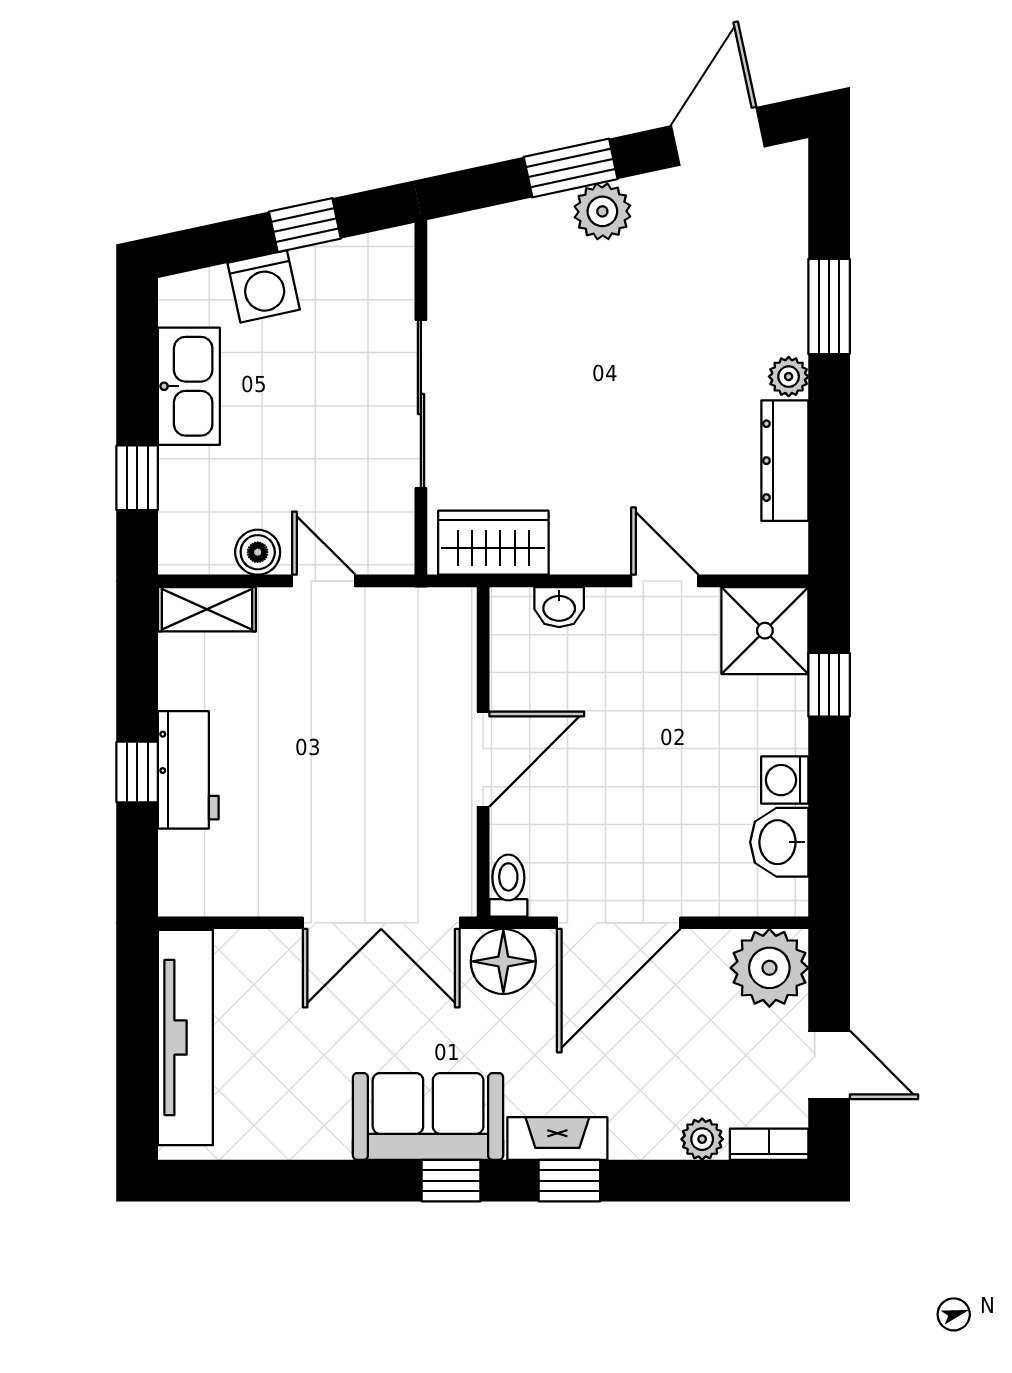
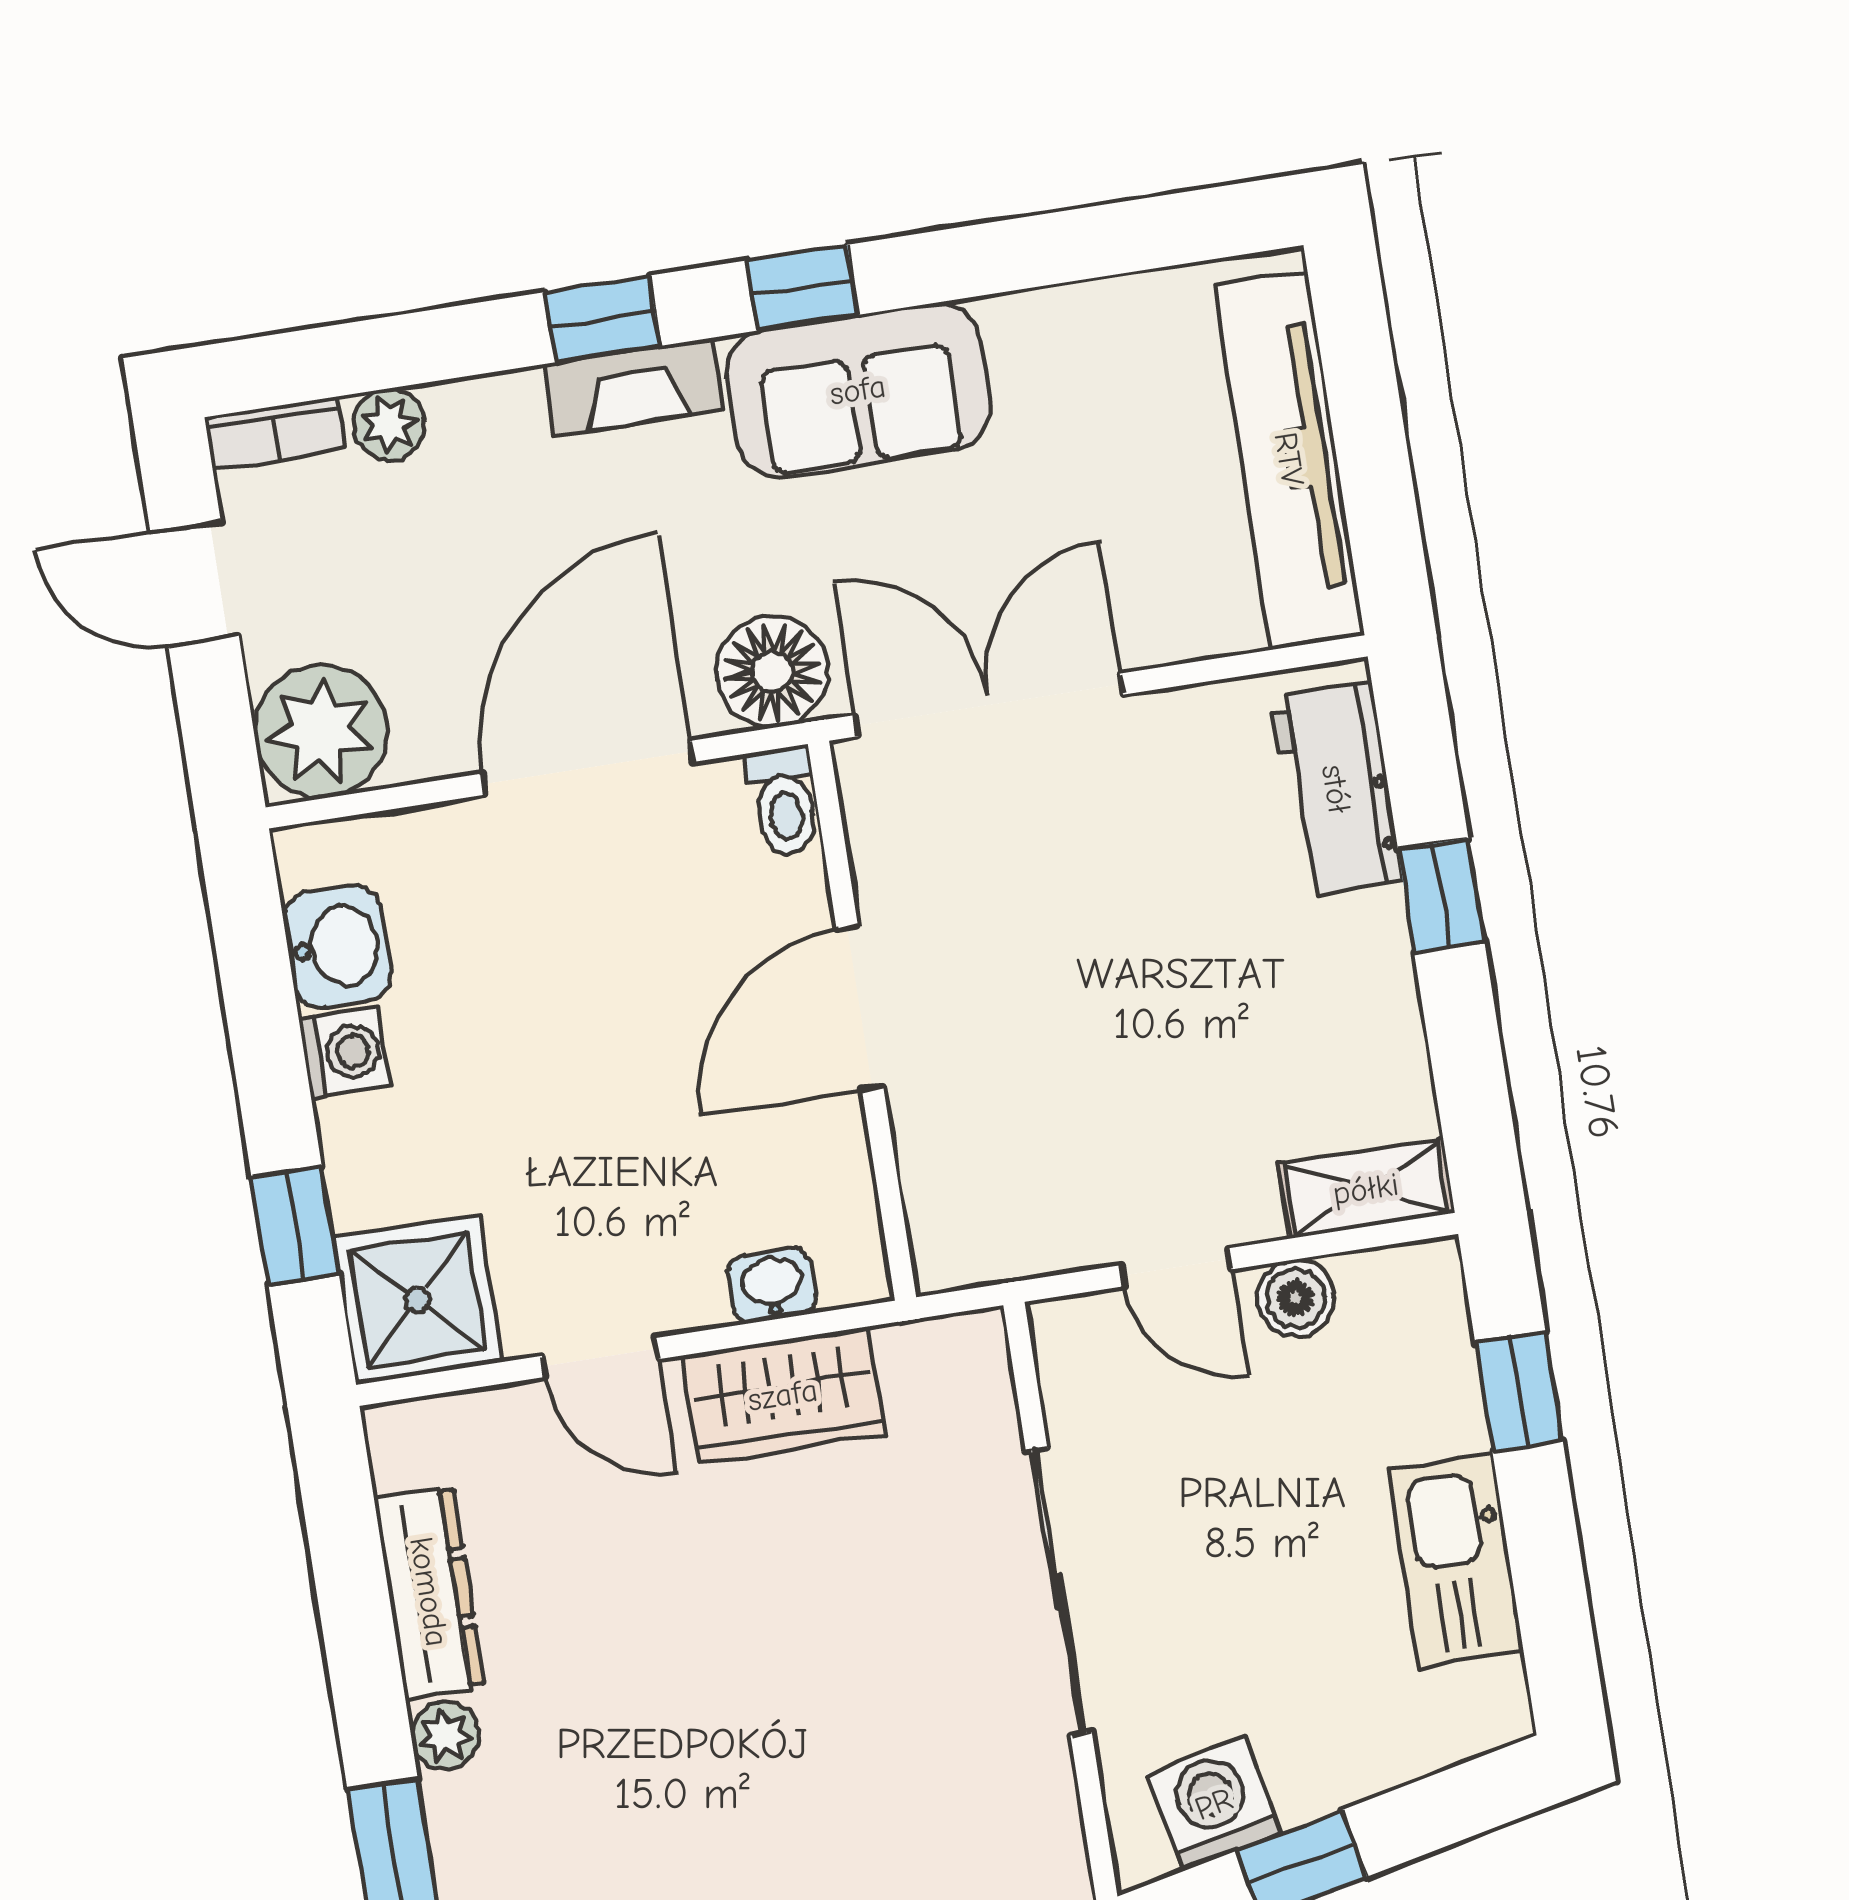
washing machine: (264, 286) -> (1214, 1804), moved
wardrobe: (493, 543) -> (783, 1395), moved
workbench: (188, 770) -> (1336, 789), moved

